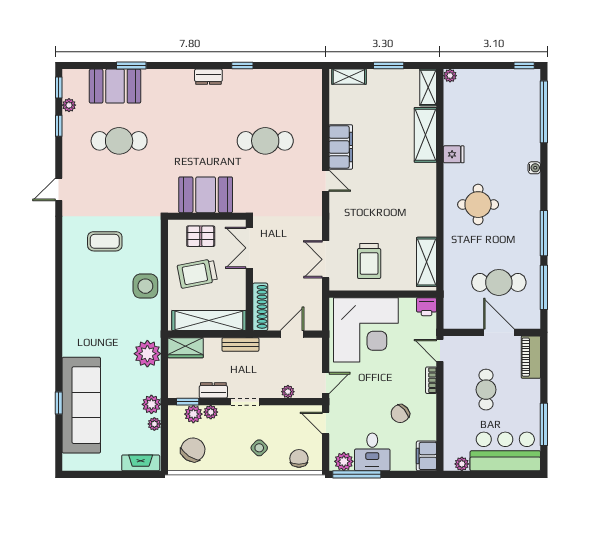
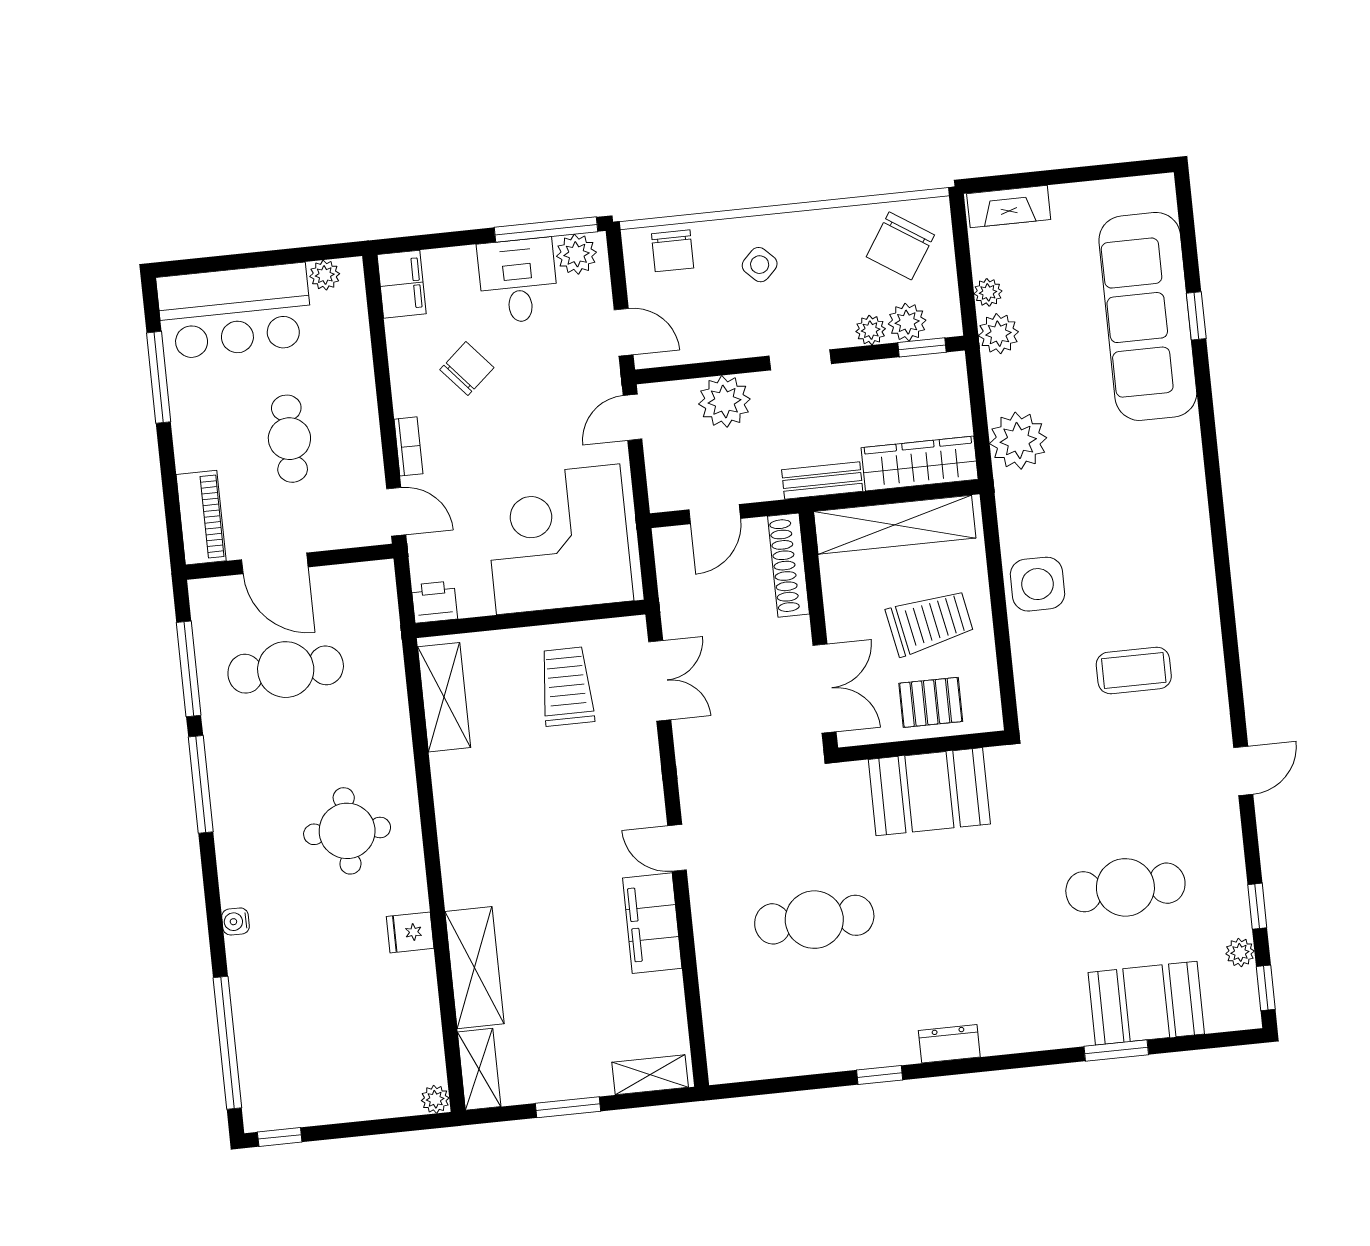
wardrobe: (186, 348) -> (920, 464), width x1.50
dresser: (213, 390) -> (870, 377), removed
plant: (288, 392) -> (724, 401), width x1.88, depth x1.88

